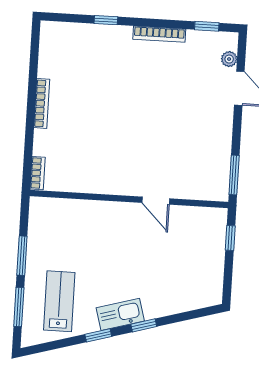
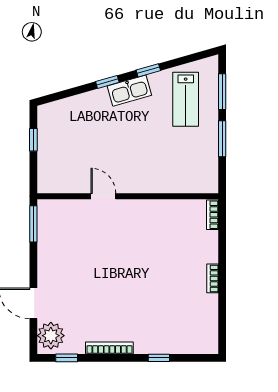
plant: (229, 59) -> (51, 336), width x1.87, depth x1.87
bookcase: (42, 103) -> (213, 278), width x0.64
window: (230, 238) -> (33, 140), moved

